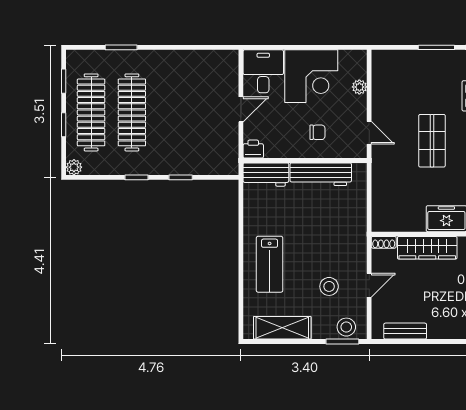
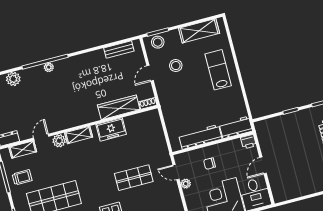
plant: (359, 87) -> (186, 184), moved
shop shelf: (432, 141) -> (134, 178), turned 90

